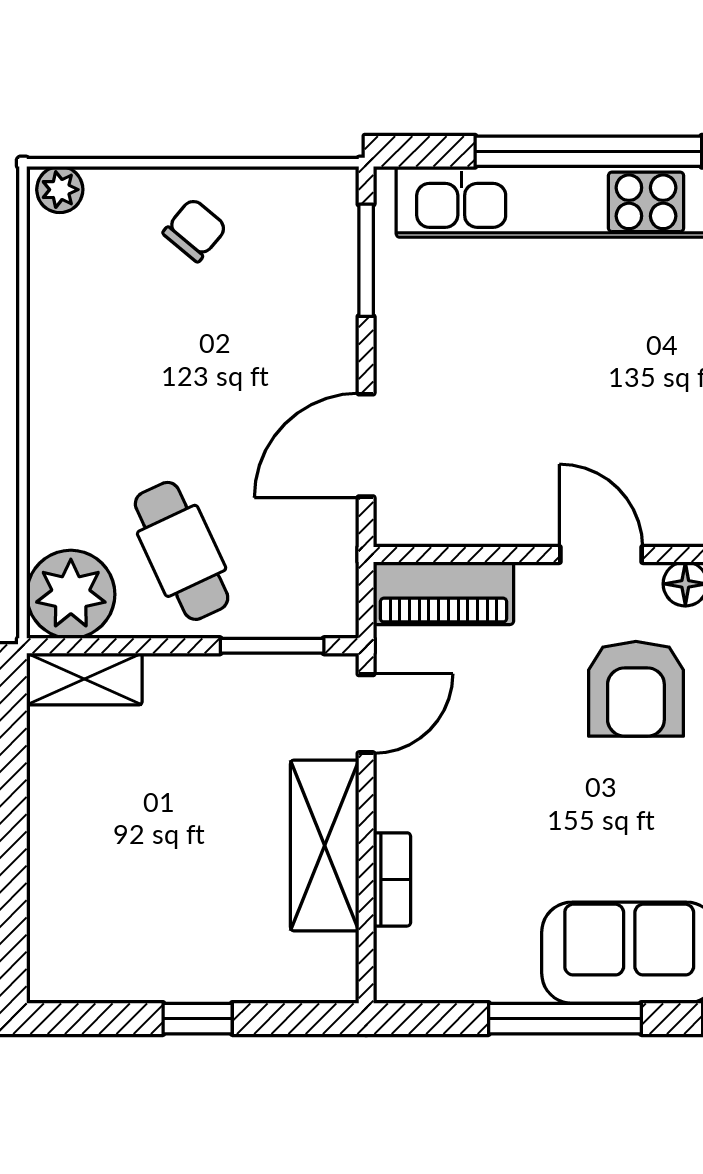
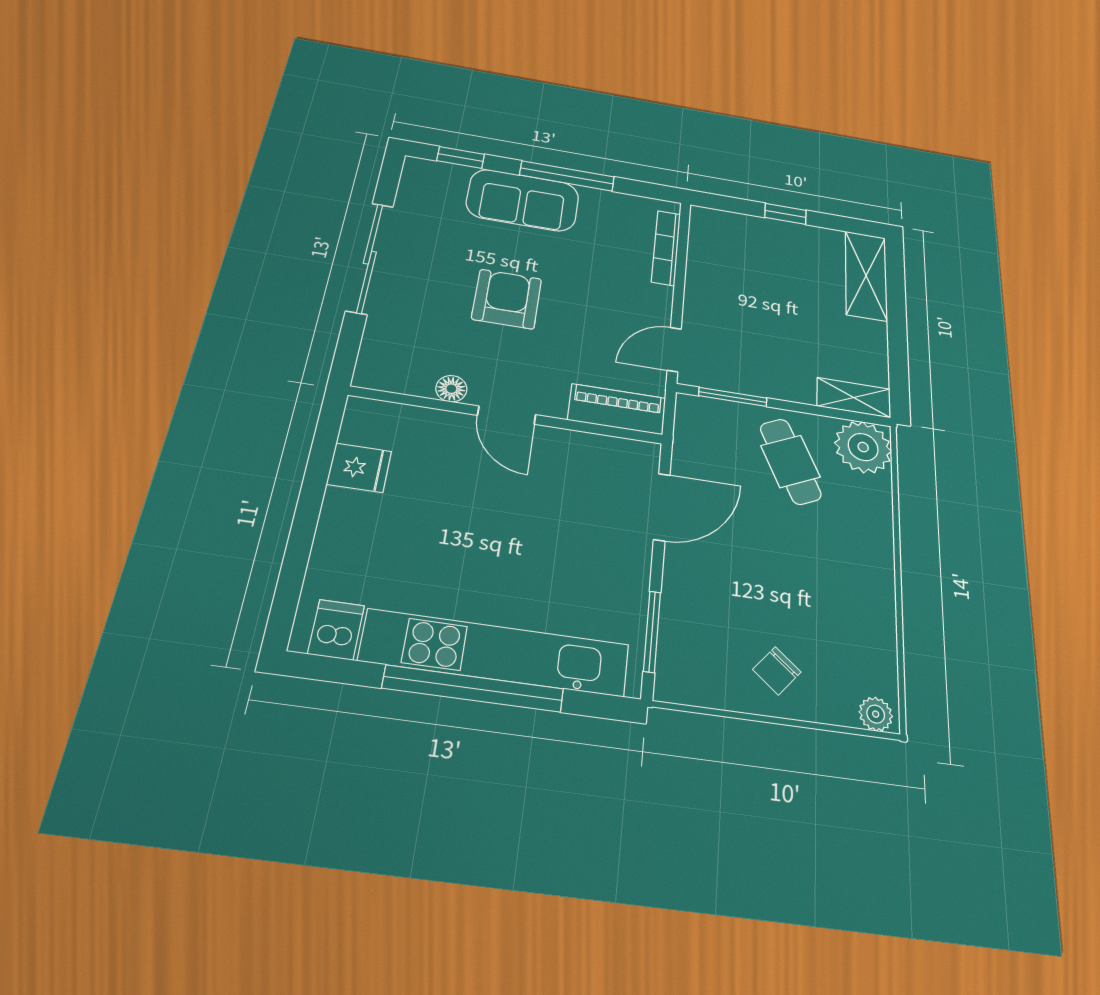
armchair: (636, 689) -> (507, 299), moved
shelving: (325, 845) -> (866, 276), moved
bookcase: (392, 879) -> (666, 248), width x1.56

